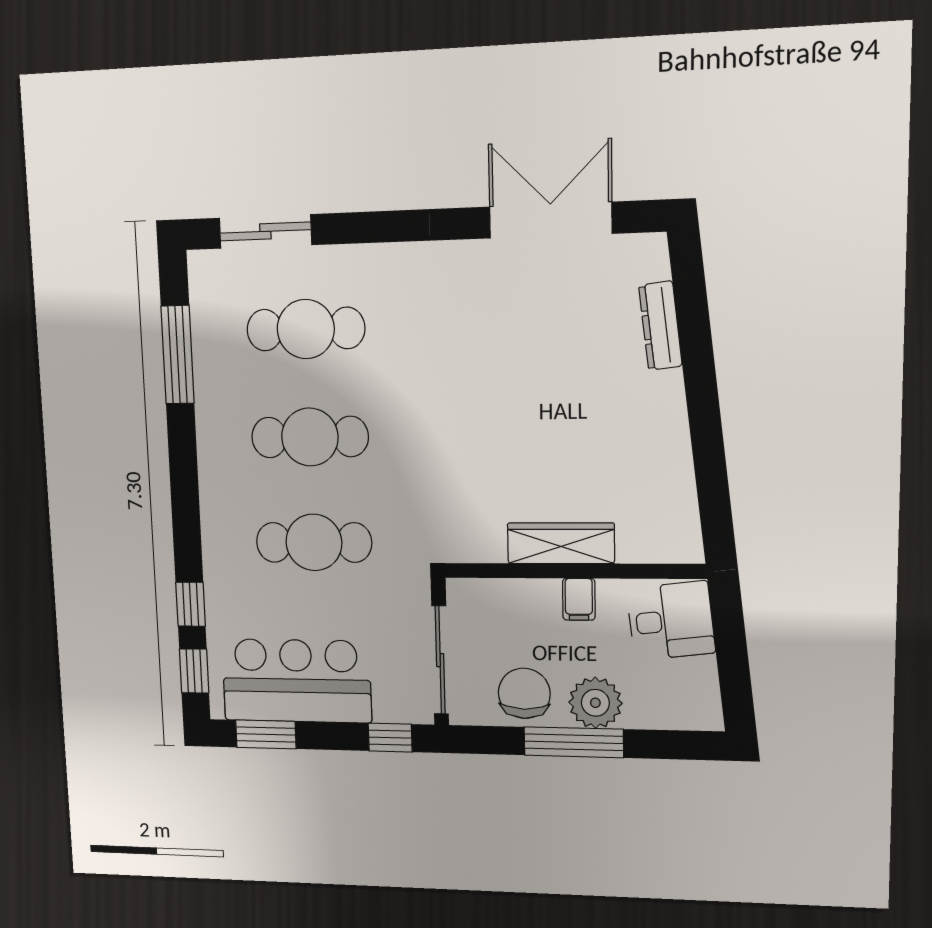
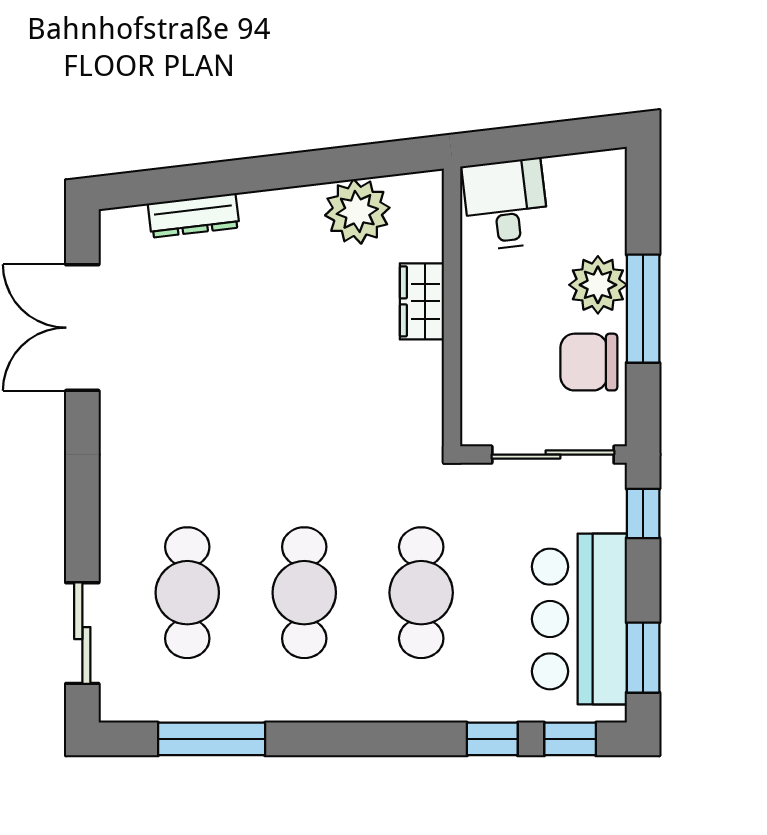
plant: (664, 483) -> (357, 211), added
wardrobe: (561, 543) -> (422, 301), width x0.67
filing cabinet: (579, 599) -> (483, 302), removed

